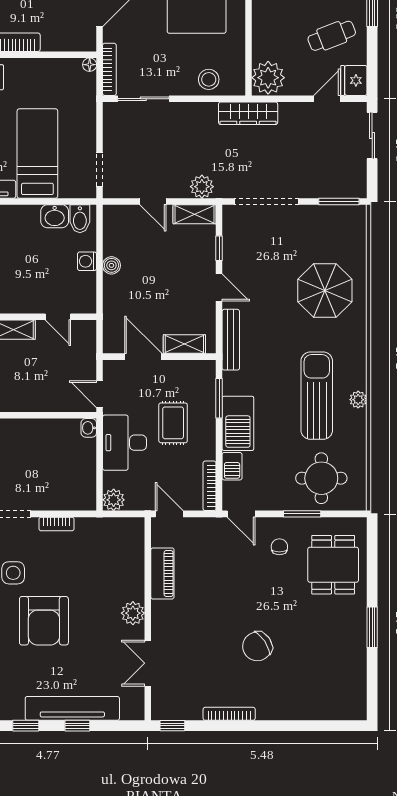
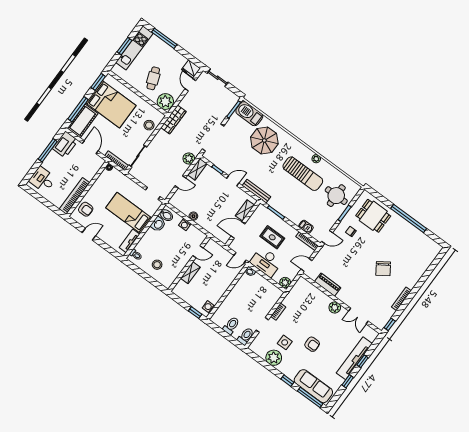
cafe table: (332, 36) -> (153, 78), moved
sun lounger: (317, 396) -> (303, 174), turned 180
barbecue: (238, 423) -> (249, 114), moved, turned 180
armchair: (44, 621) -> (312, 344), width x0.53, depth x0.53
window: (372, 627) -> (409, 219), width x2.11

